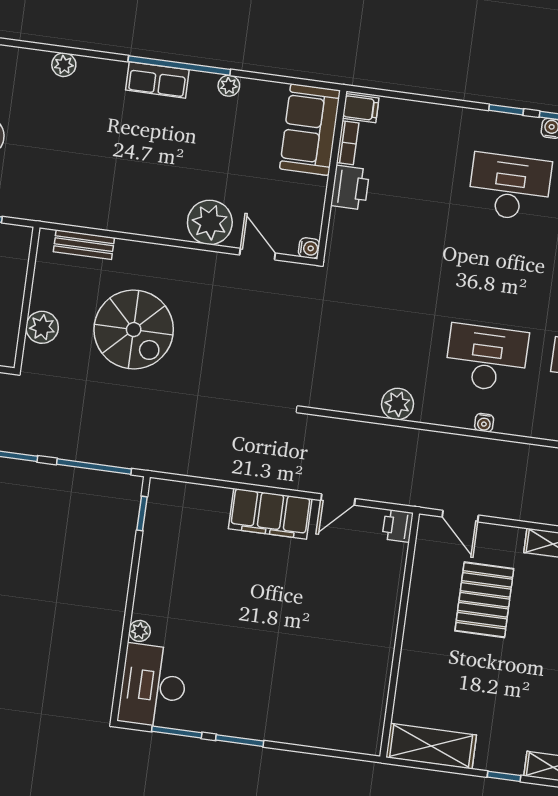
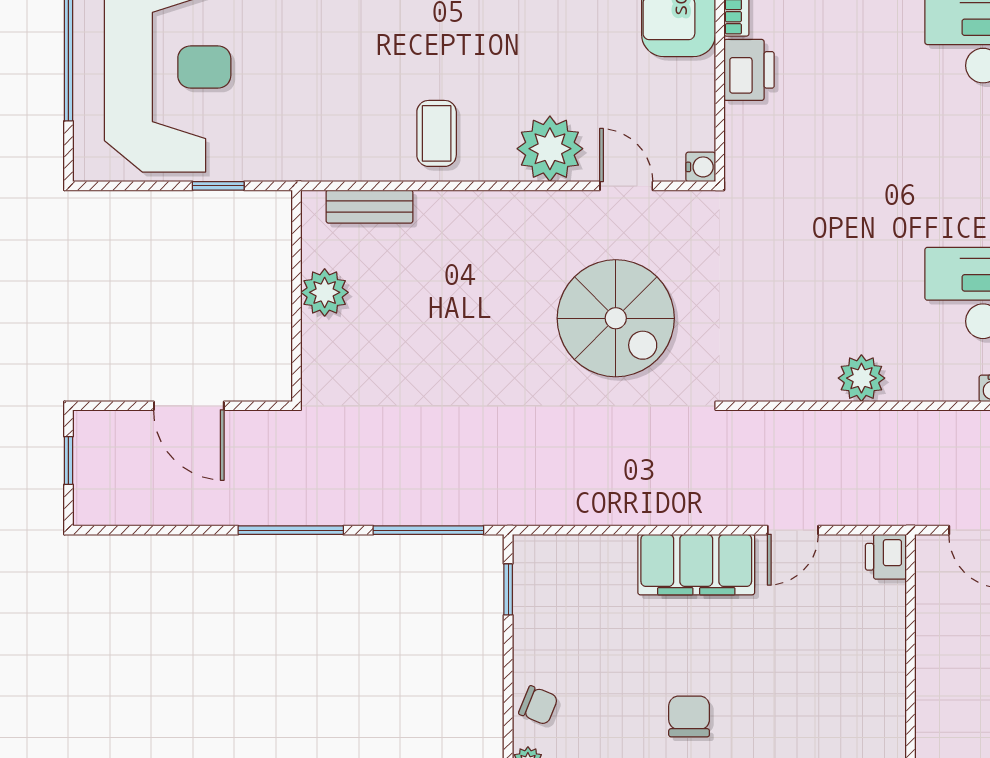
coffee table: (135, 202) -> (437, 133), added
plant: (42, 327) -> (325, 292), moved
spiral stairs: (134, 330) -> (616, 318), moved
chair: (152, 594) -> (538, 705), added
chair: (252, 615) -> (689, 716), added

